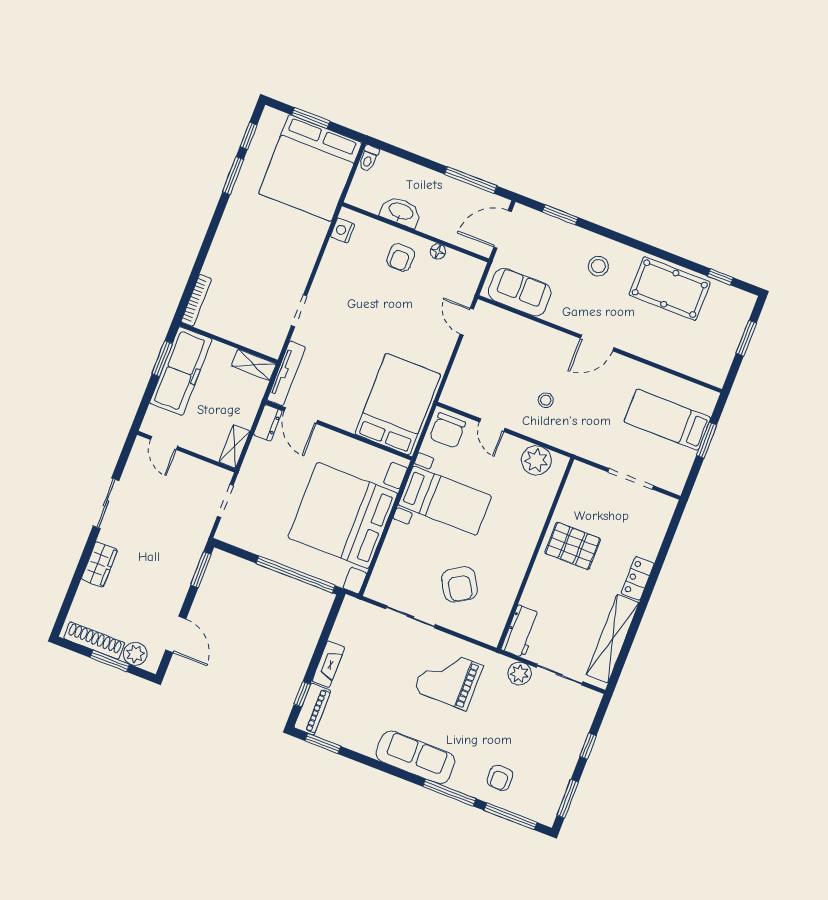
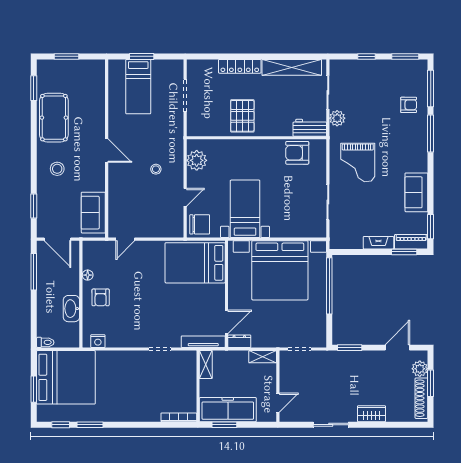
armchair: (401, 257) -> (101, 297), turned 90
window: (720, 277) -> (34, 88), width x1.50
locker: (638, 578) -> (240, 66), width x1.53
armchair: (460, 584) -> (297, 153), moved, turned -149
window: (302, 694) -> (404, 252), width x1.50
sofa: (416, 757) -> (416, 192), moved, width x0.73

